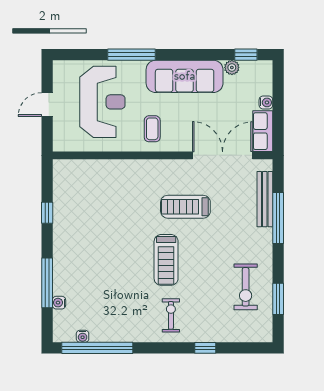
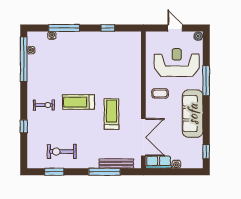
plant: (232, 67) -> (198, 36), moved
reception desk: (102, 102) -> (177, 62), turned 180

